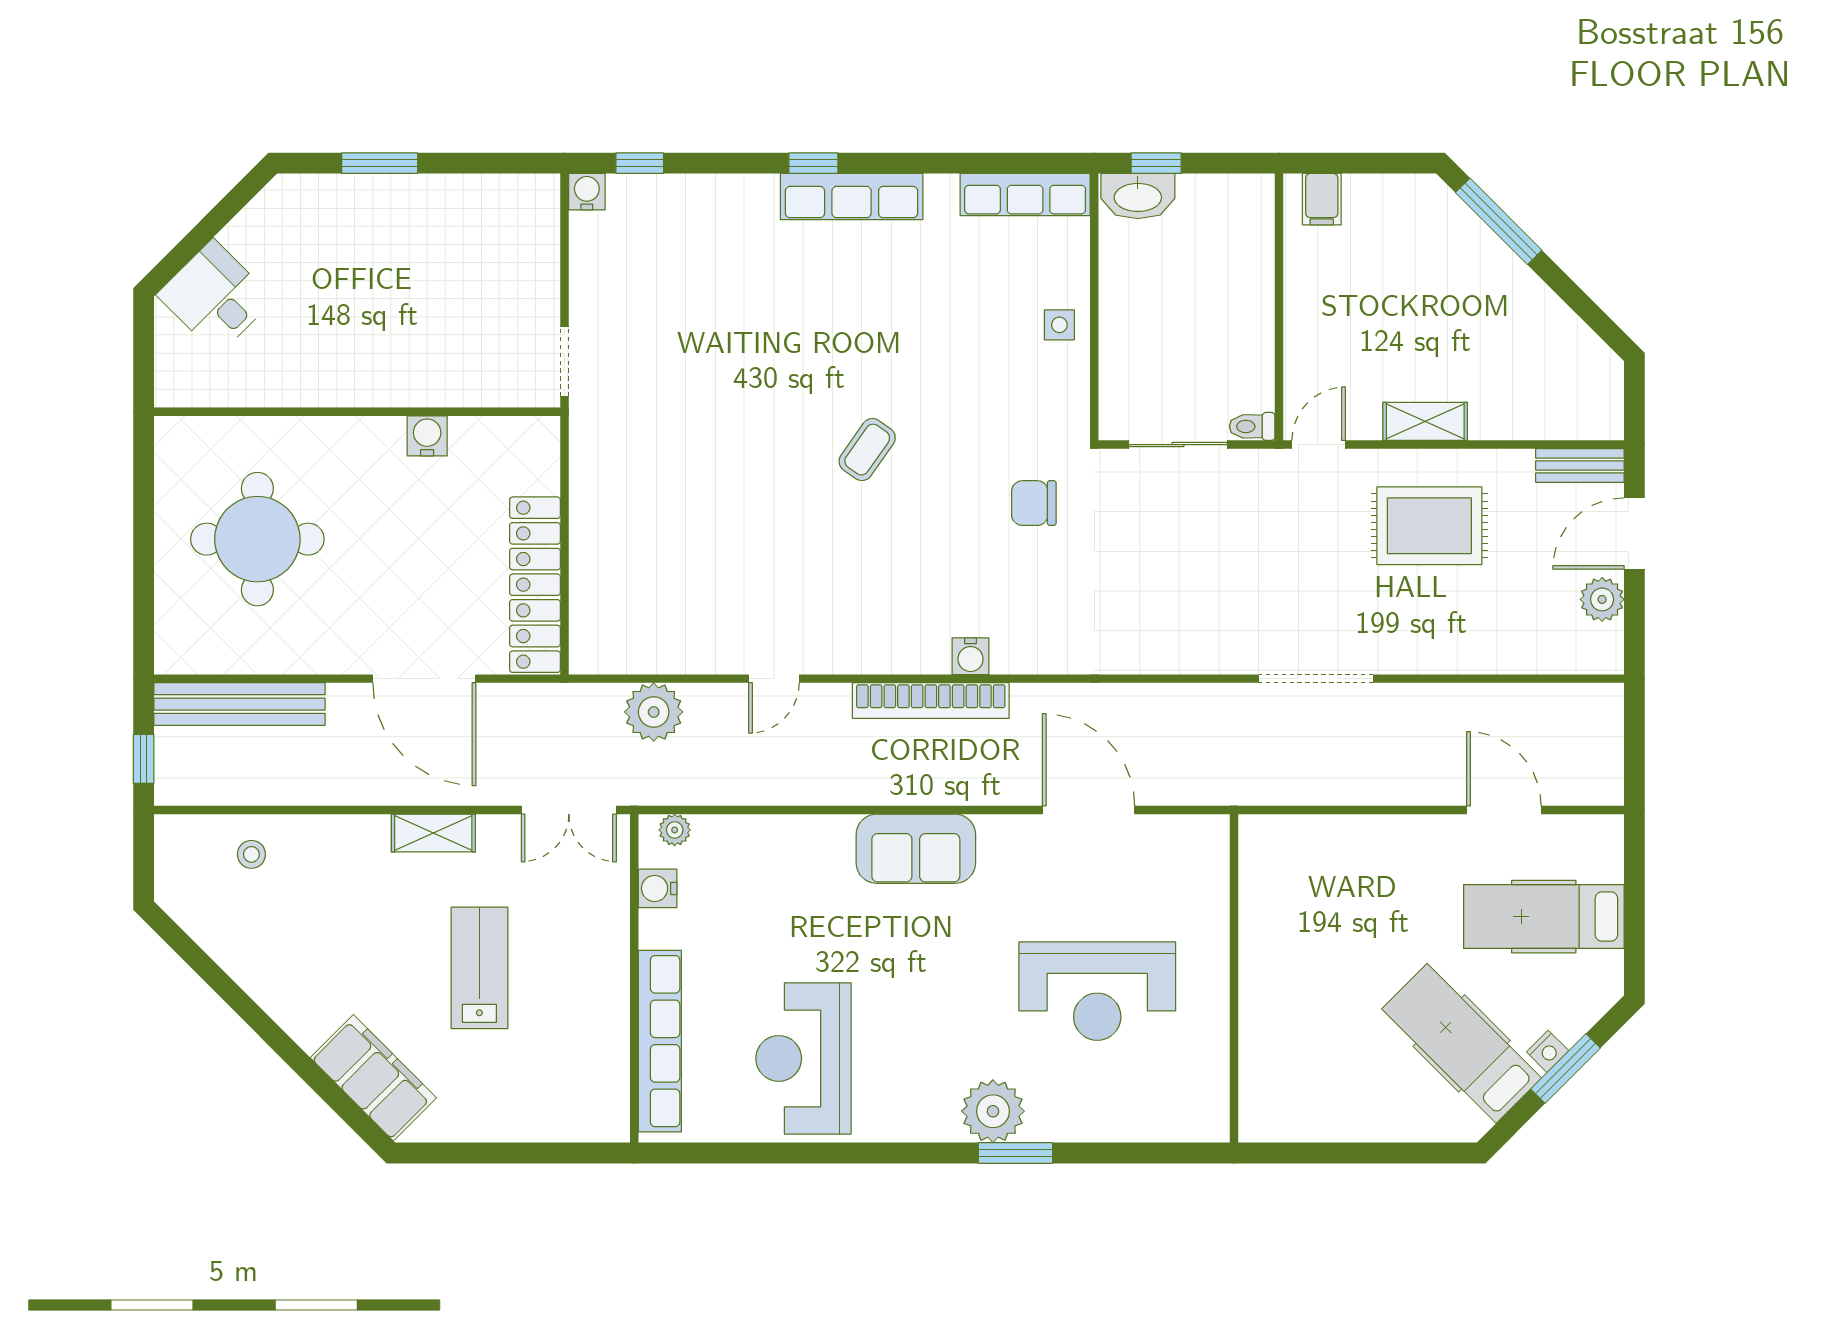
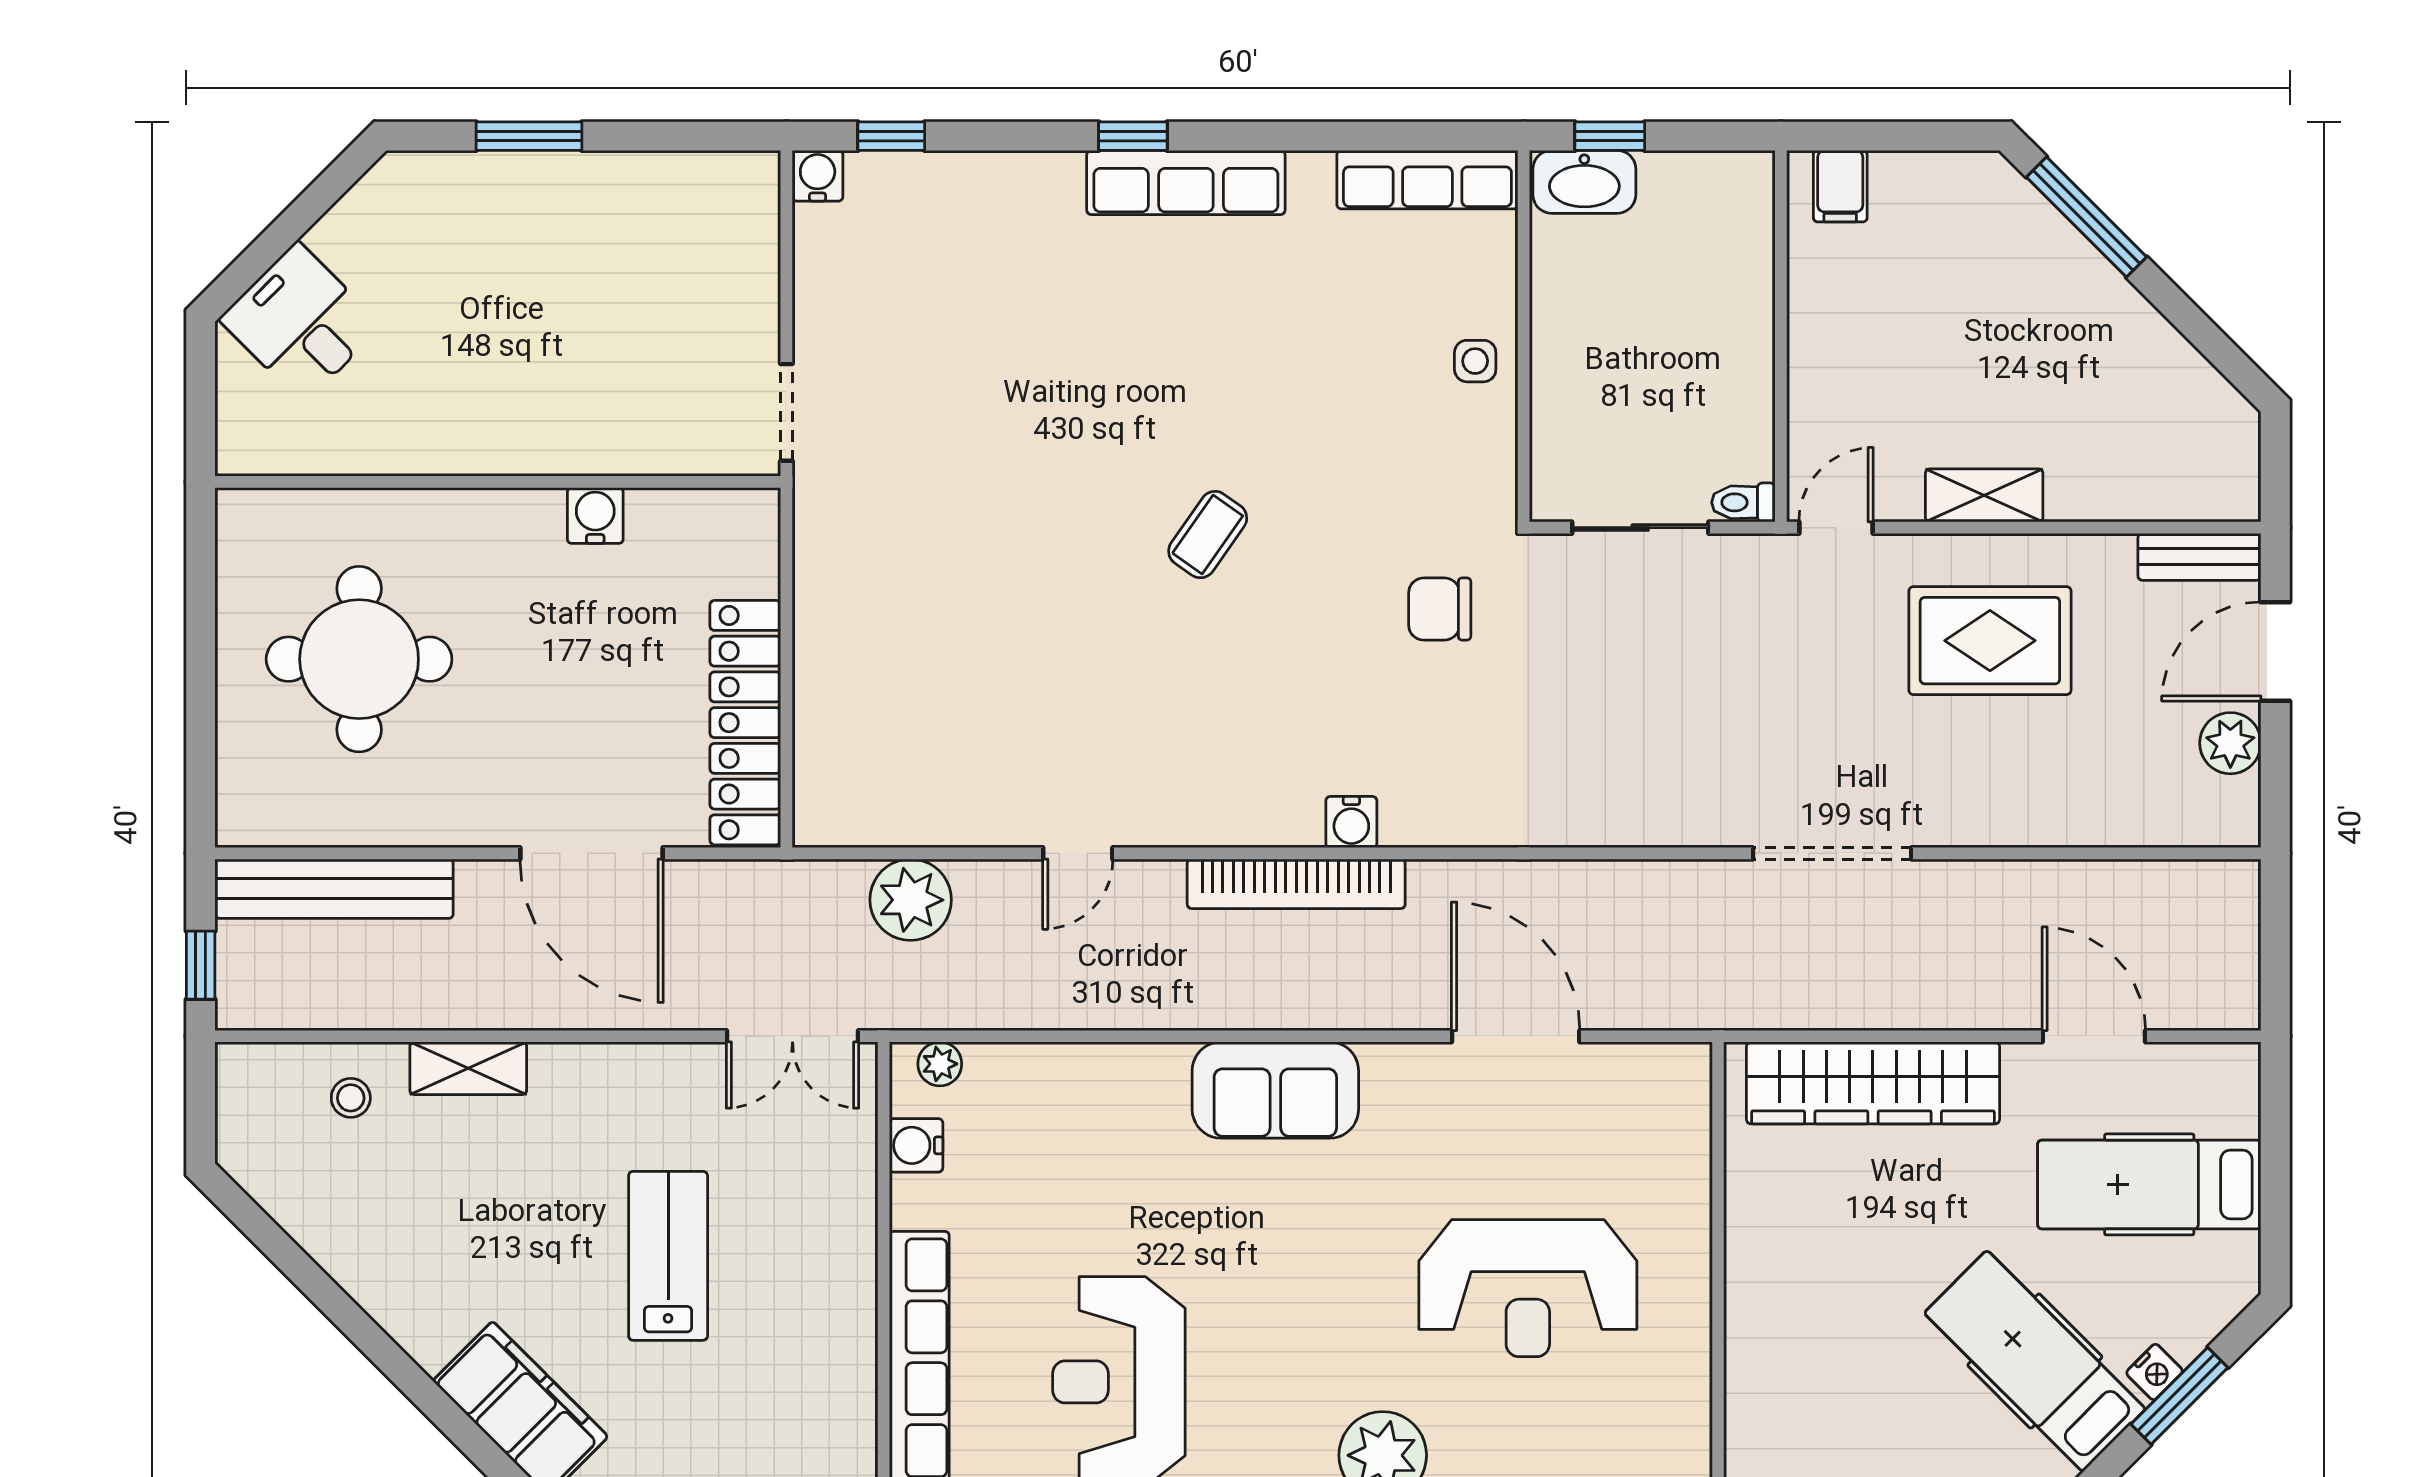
shelving: (433, 833) -> (468, 1068), moved
wardrobe: (1345, 844) -> (1873, 1083), added

